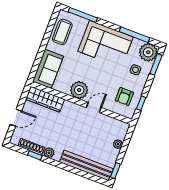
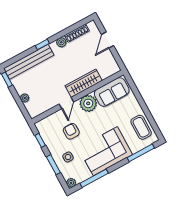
plant: (148, 52) -> (71, 183), width x0.53, depth x0.53
window: (156, 64) -> (53, 165), moved
sofa: (48, 69) -> (112, 92), moved, turned -90
armchair: (124, 96) -> (71, 131), moved
wardrobe: (45, 99) -> (84, 83), moved
window: (35, 155) -> (42, 44), moved

